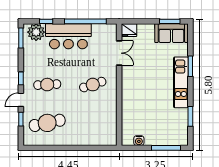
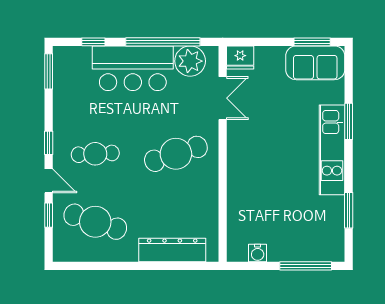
plant: (36, 32) -> (190, 61), moved
cafe table: (93, 85) -> (176, 154), width x1.37, depth x1.35
door: (21, 100) -> (49, 181), swing flipped
cafe table: (47, 123) -> (95, 222), turned 30
dresser: (91, 139) -> (172, 250), added

